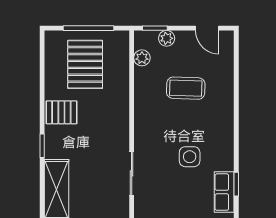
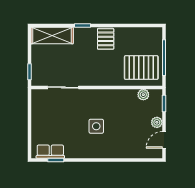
plant: (167, 38) -> (157, 122), moved
pallet: (85, 64) -> (141, 68), moved
coffee table: (186, 88) -> (122, 125), removed
side table: (190, 157) -> (96, 126), moved

